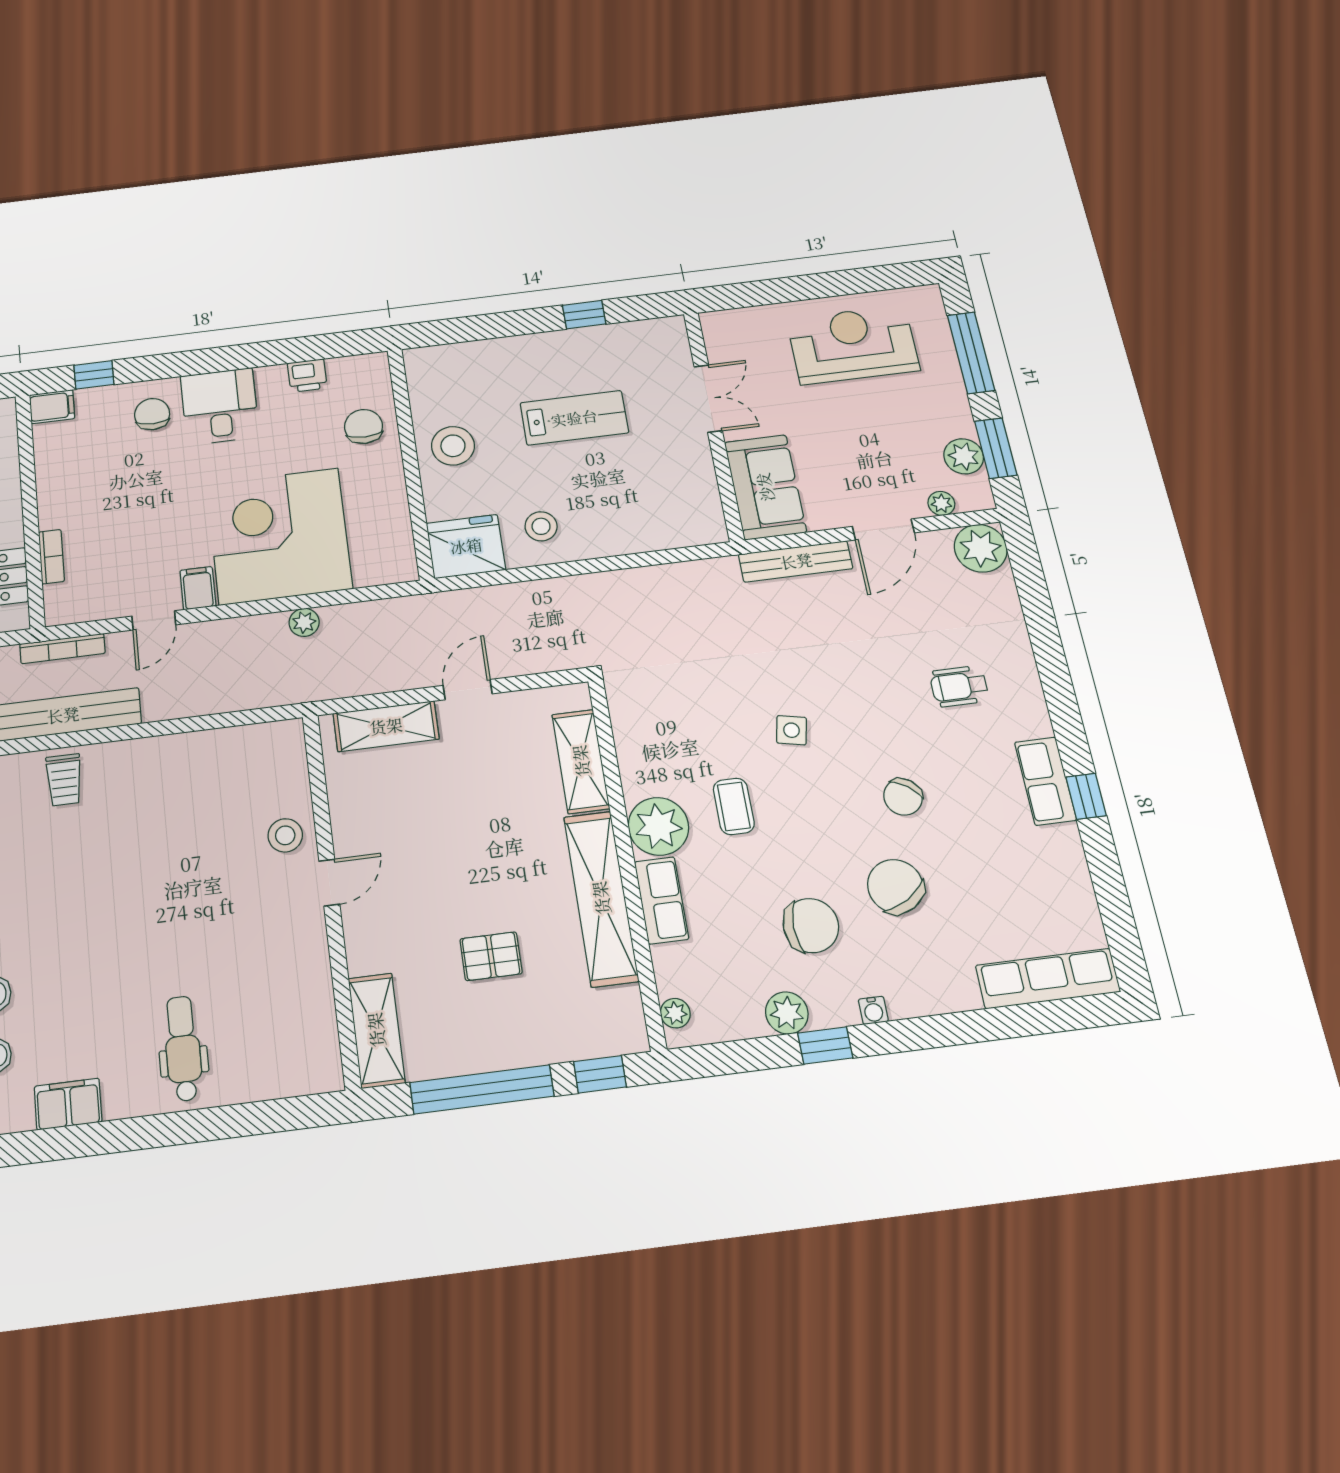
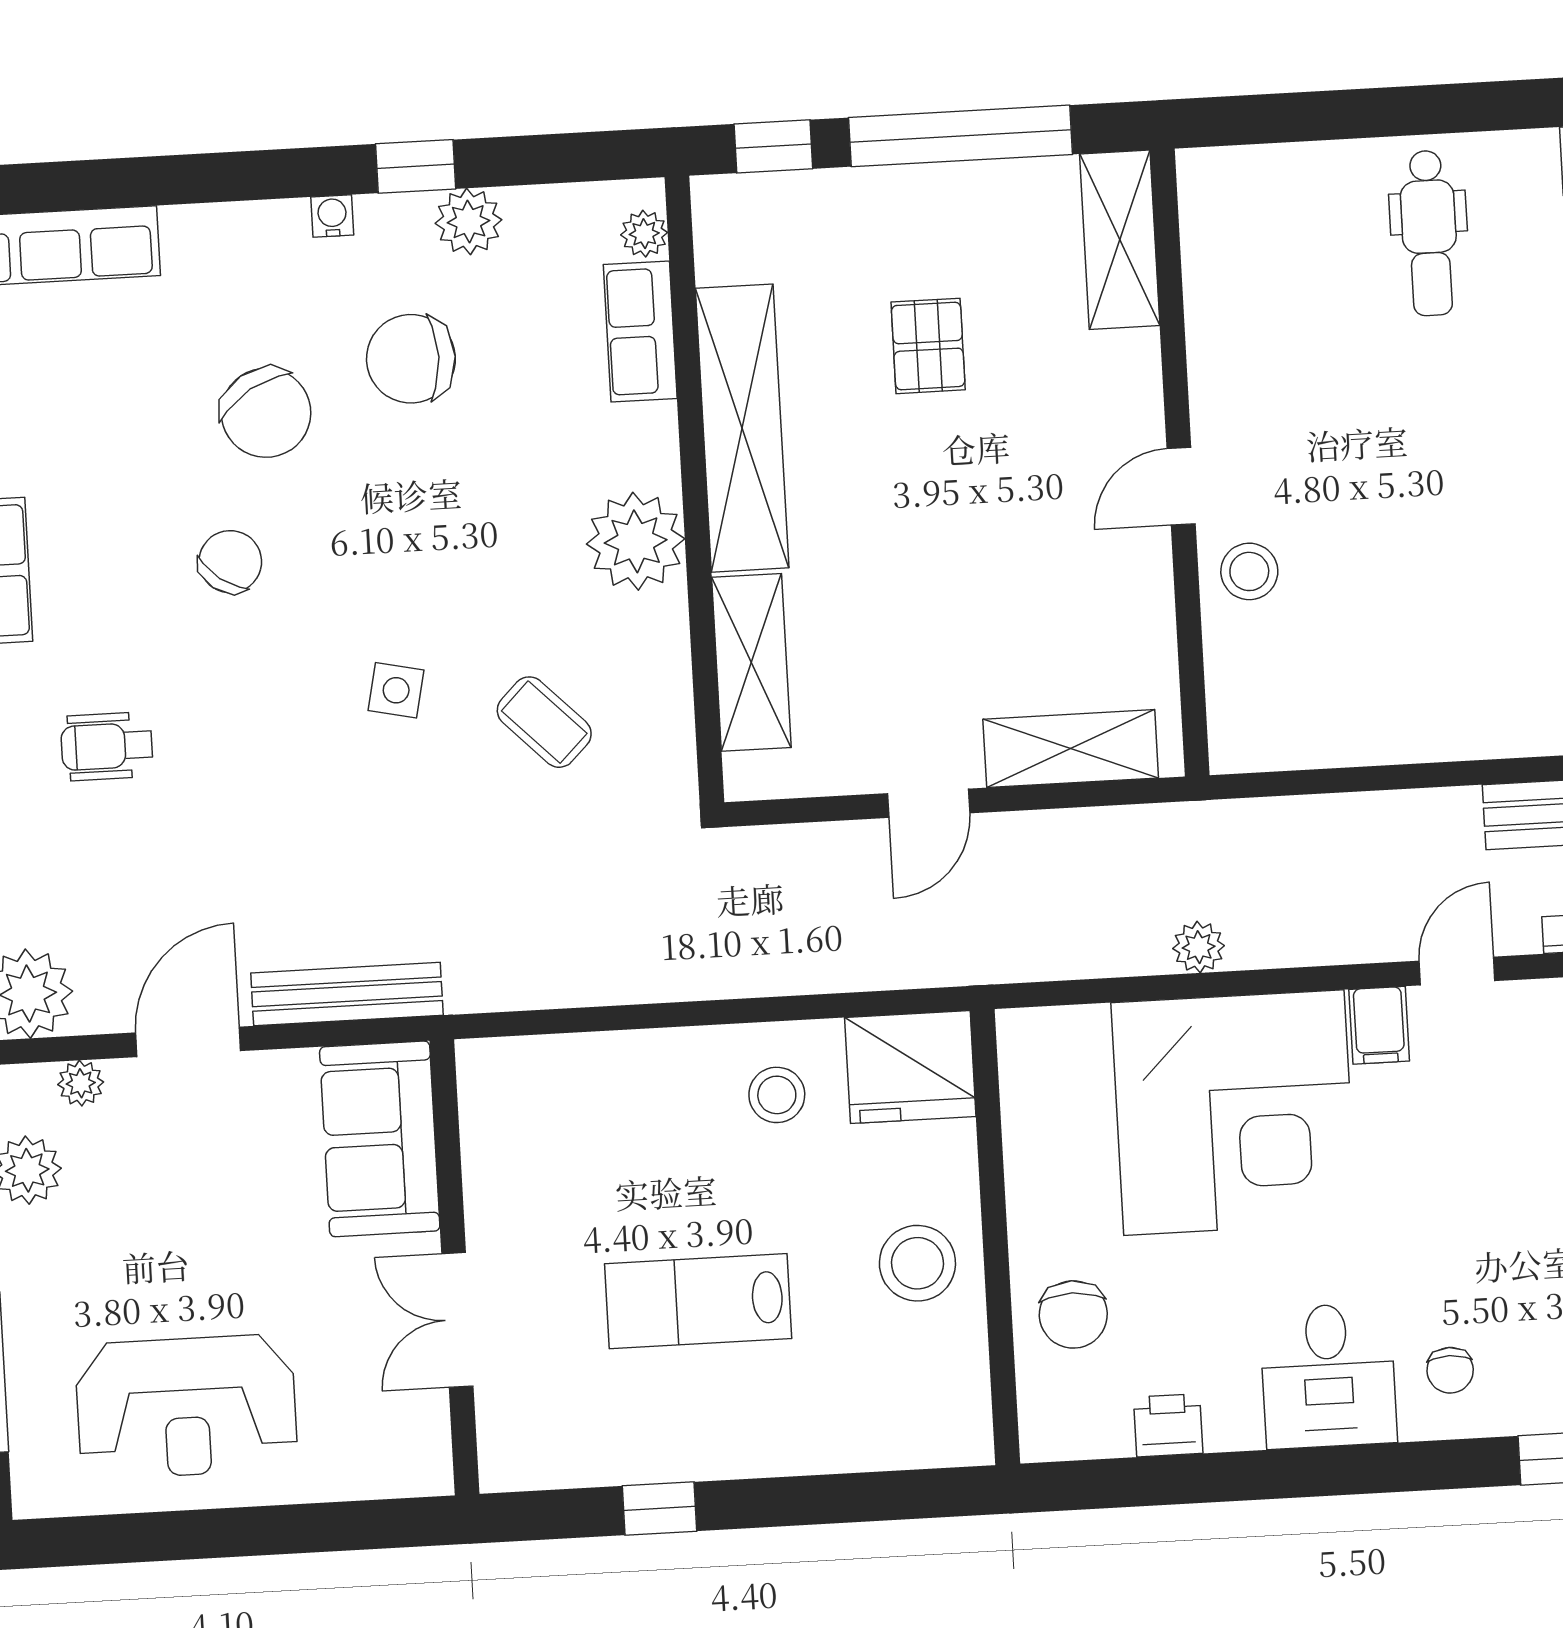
chair: (152, 414) -> (1450, 1370), width x0.73, depth x0.73
wheelchair: (959, 686) -> (107, 746), turned 180
coffee table: (734, 806) -> (544, 722), moved, turned -45
row of seats: (661, 900) -> (640, 331), moved
pallet: (491, 956) -> (928, 346), turned 90

